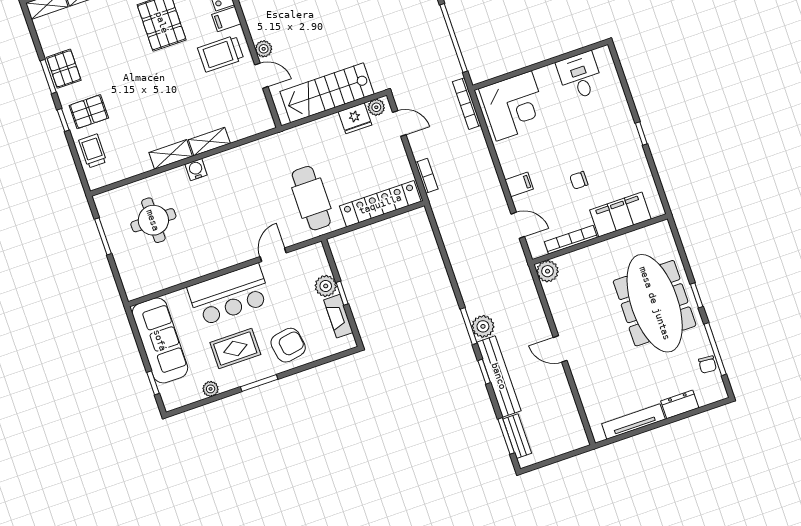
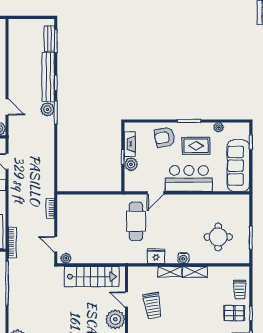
plant: (264, 49) -> (115, 319), width x1.88, depth x1.88
trolley: (221, 54) -> (152, 306), moved, turned 81
fridge: (355, 118) -> (156, 256), moved
cafe table: (311, 198) -> (136, 221), moved
locker: (380, 204) -> (83, 201), removed
door: (560, 349) -> (7, 107), moved

